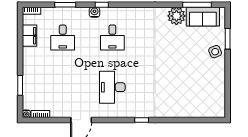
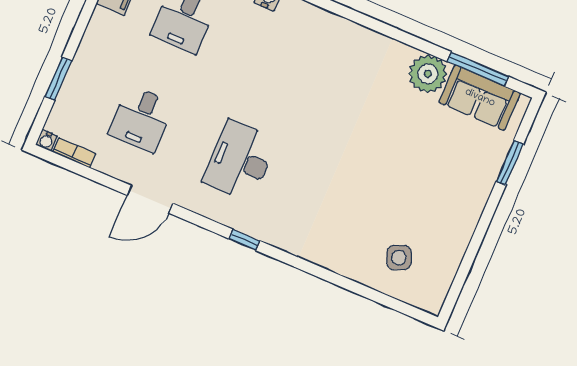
desk: (112, 38) -> (141, 119), moved
side table: (215, 52) -> (399, 258), moved
window: (142, 120) -> (244, 240), moved

